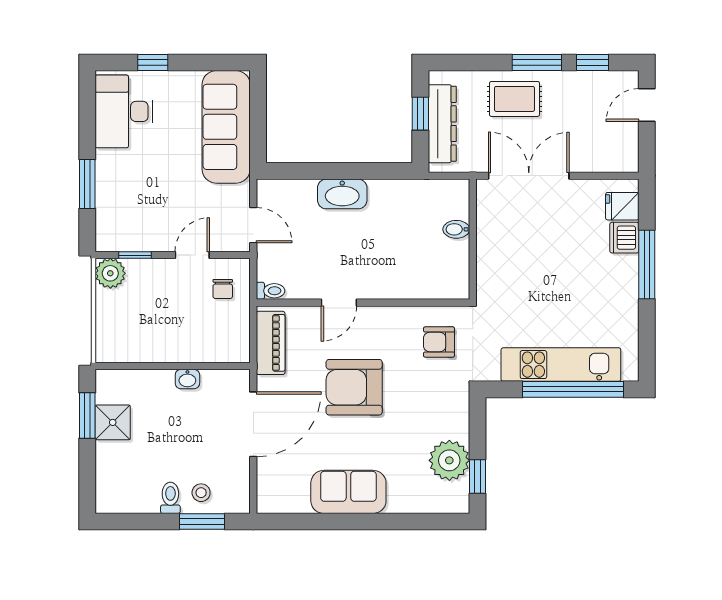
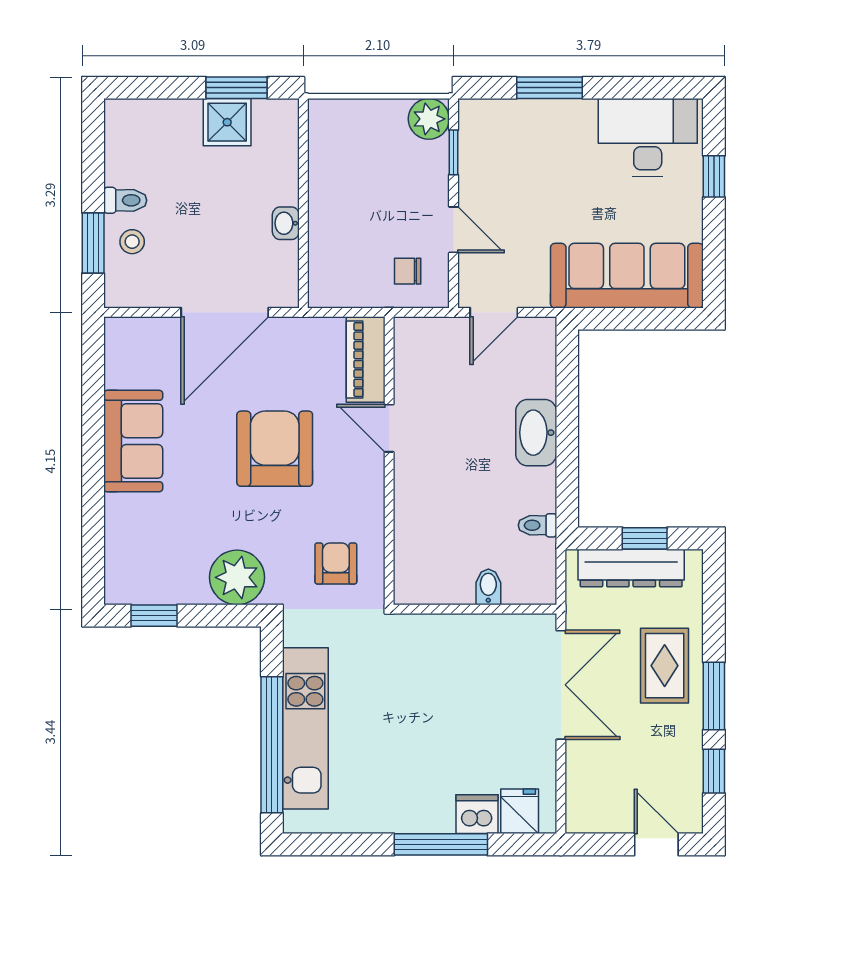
toilet: (271, 291) -> (537, 525), moved, turned 90
piano: (271, 343) -> (366, 360), moved, turned 90
door: (253, 424) -> (225, 312), hinge flipped
plant: (449, 460) -> (237, 577), moved

